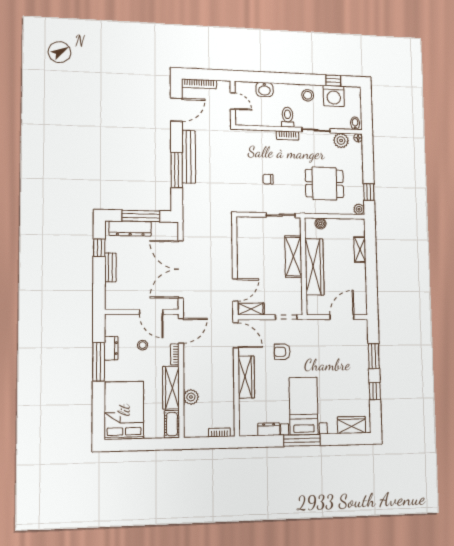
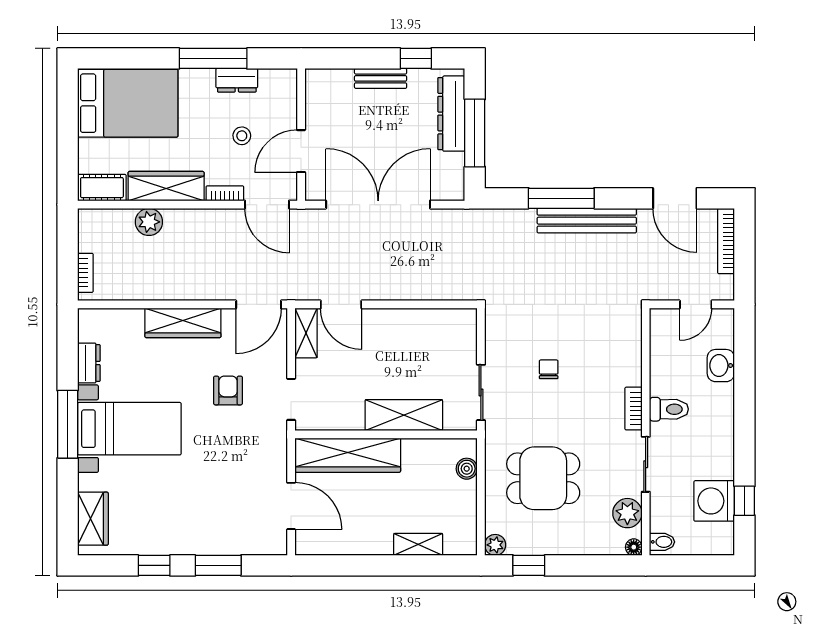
stool: (308, 95) -> (713, 449), removed
dining table: (324, 184) -> (543, 478), turned 90
wardrobe: (314, 267) -> (348, 455), moved

